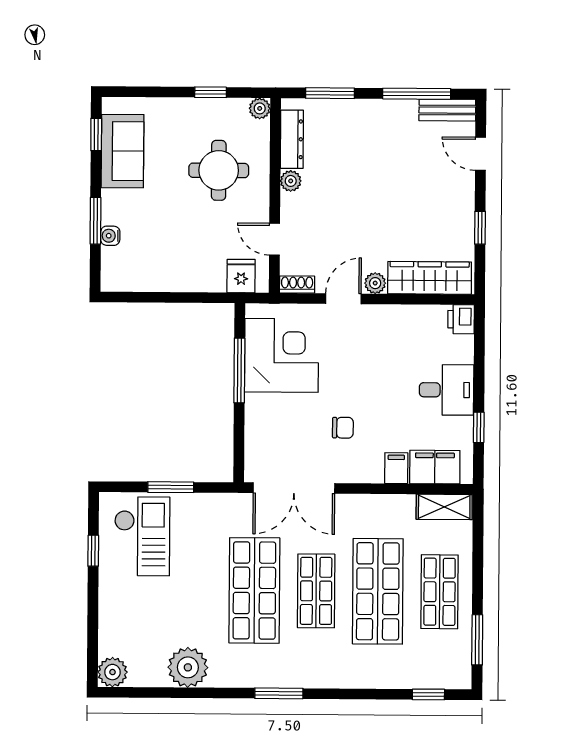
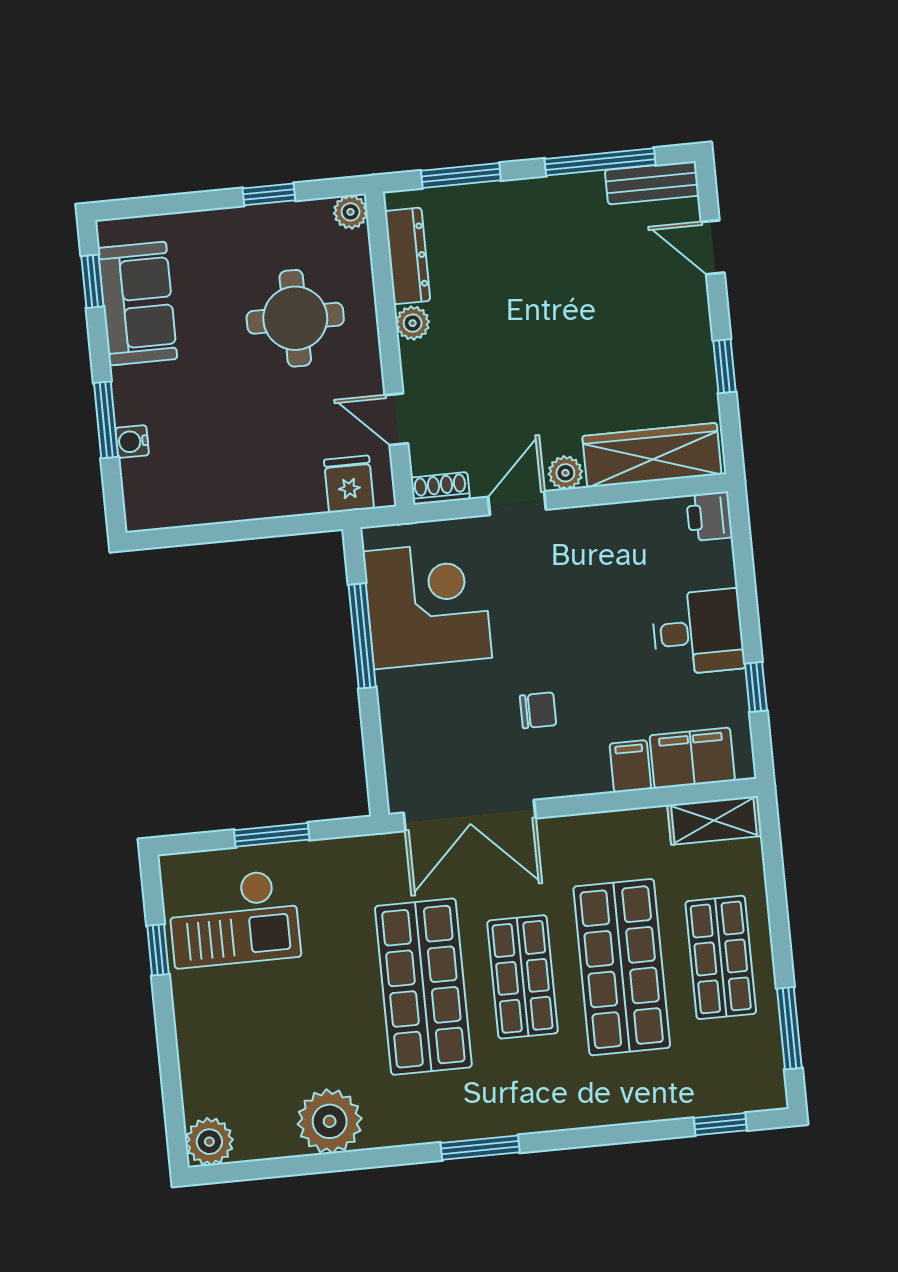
checkout: (142, 536) -> (234, 919), turned 90

